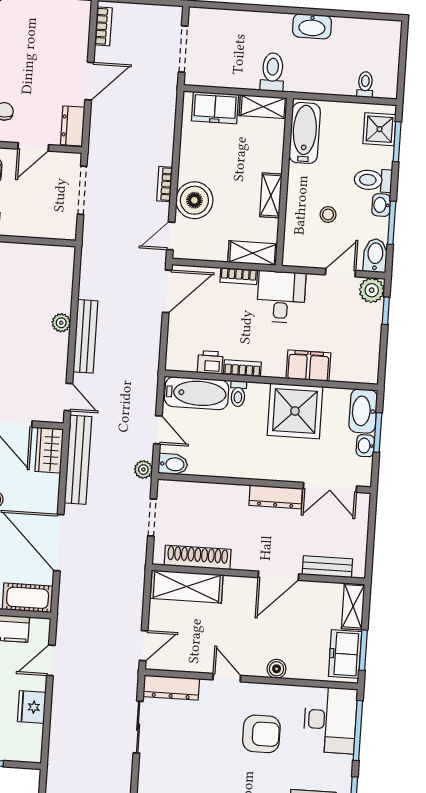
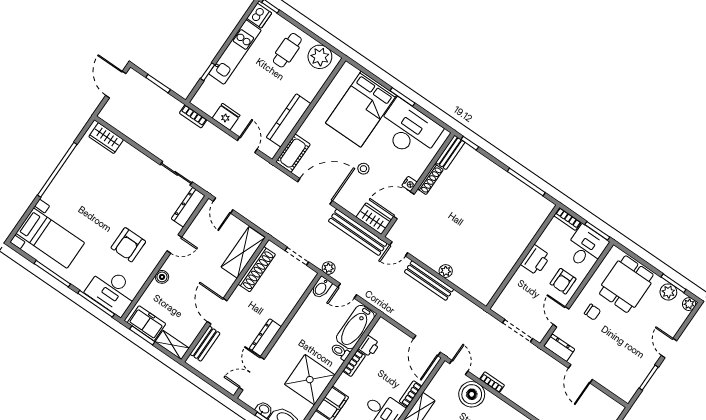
bookcase: (103, 26) -> (193, 116), moved

